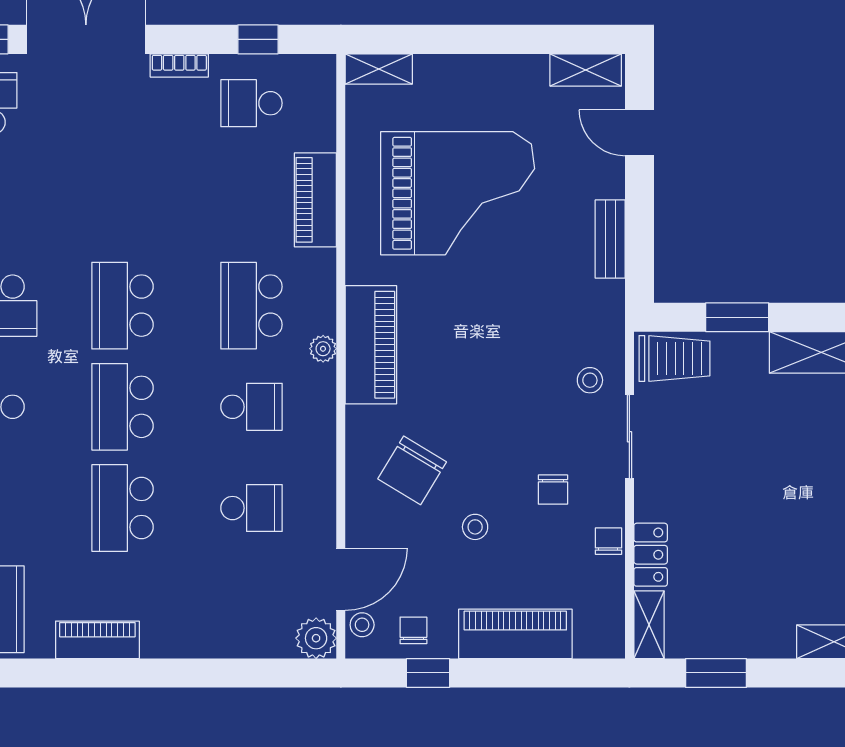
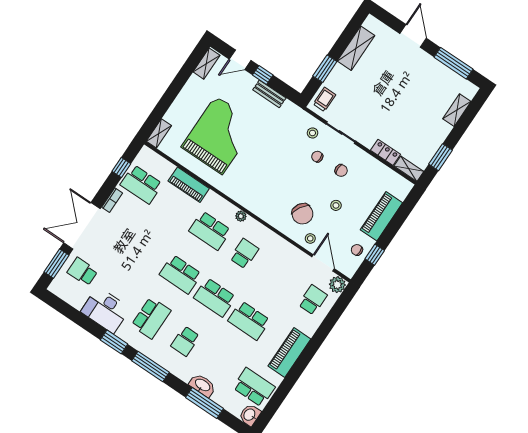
school desk: (251, 103) -> (141, 184), width x1.85
window: (640, 200) -> (263, 75), added
piano: (371, 345) -> (250, 199), removed
trolley: (674, 358) -> (324, 99), width x0.73, depth x0.72
school desk: (251, 508) -> (313, 300), moved
chair: (608, 541) -> (317, 157), moved
stool: (362, 625) -> (310, 238), moved
piano: (97, 640) -> (289, 353), width x1.37, depth x1.33

